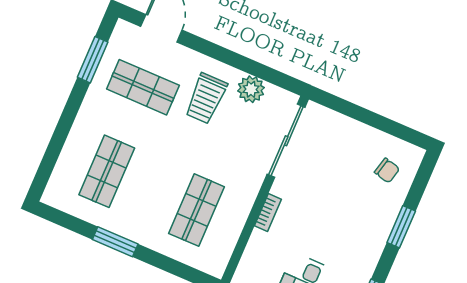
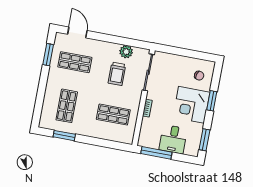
trolley: (206, 98) -> (117, 74), moved
shop shelf: (197, 210) -> (113, 115), turned 90
corner desk: (358, 226) -> (191, 105), added
window: (115, 242) -> (64, 136), moved

